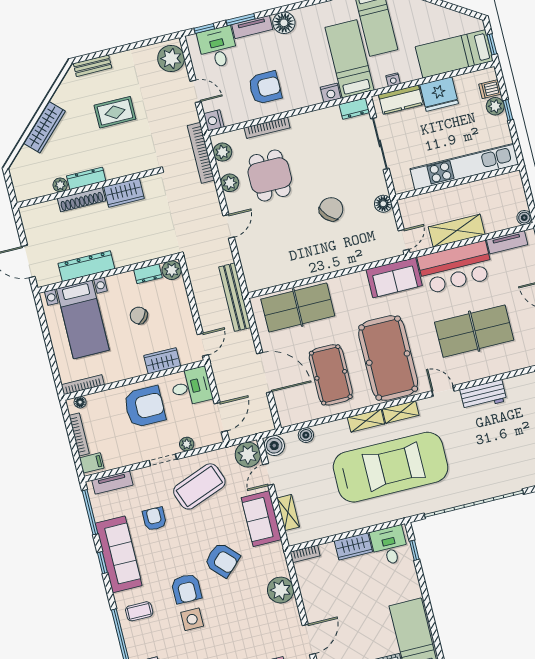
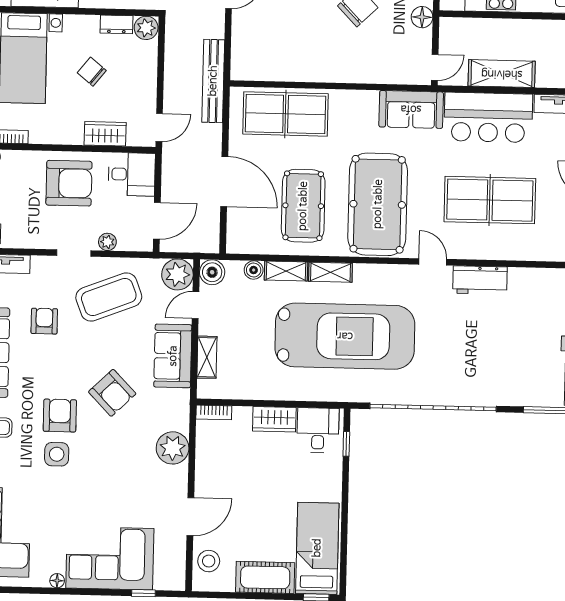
shelving: (401, 412) -> (286, 271), moved
armchair: (186, 589) -> (60, 416), turned 180

